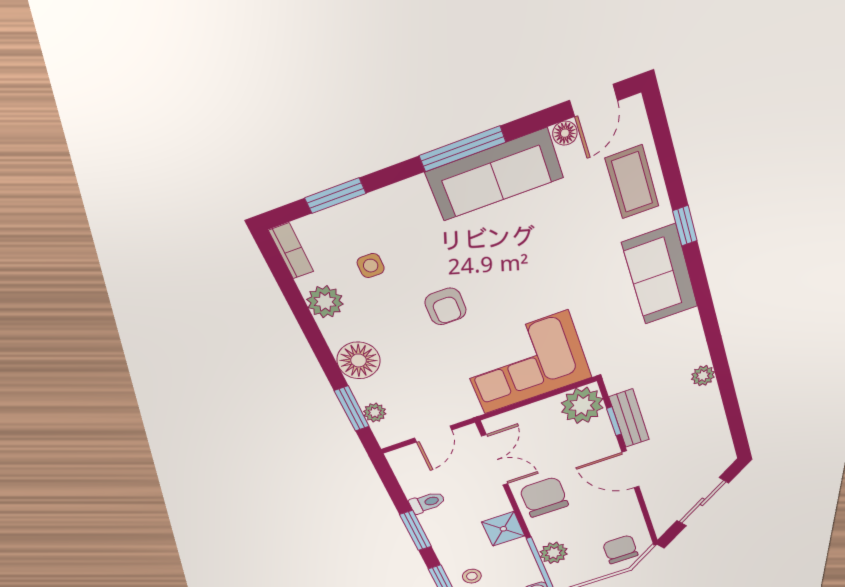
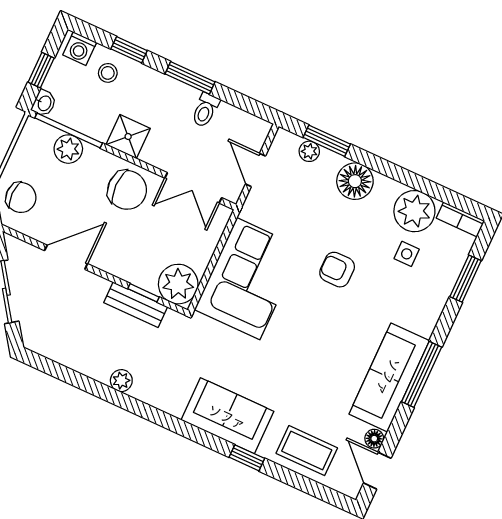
plant: (325, 302) -> (414, 211), width x1.36, depth x1.36
door: (630, 470) -> (66, 257), moved

